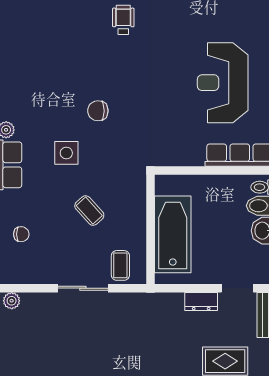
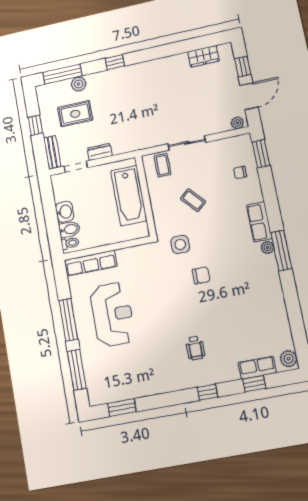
side table: (66, 153) -> (180, 244), moved

